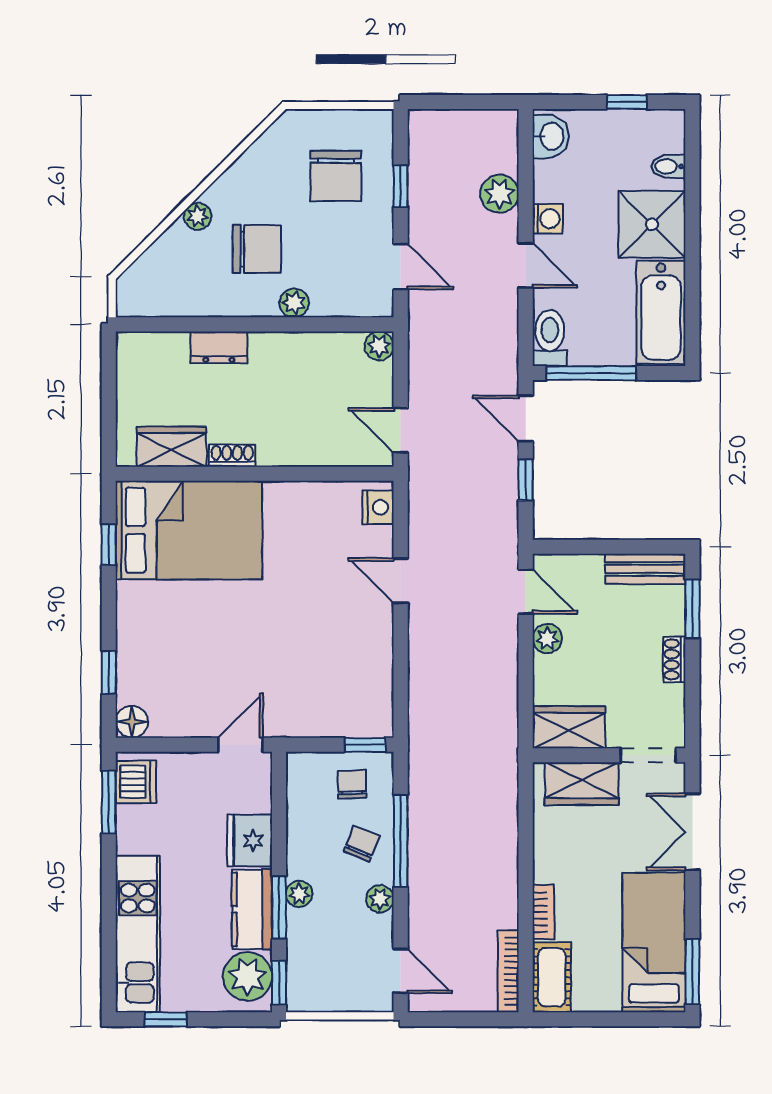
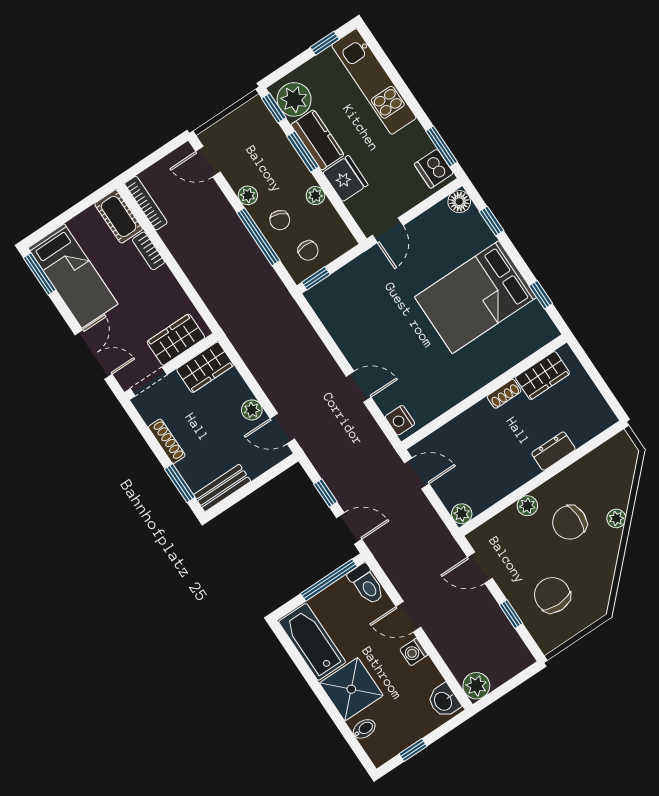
plant: (500, 194) -> (476, 686), moved
bed: (189, 530) -> (476, 297), moved
shoe rack: (674, 659) -> (167, 441), width x1.43
plant: (299, 894) -> (315, 196), moved

